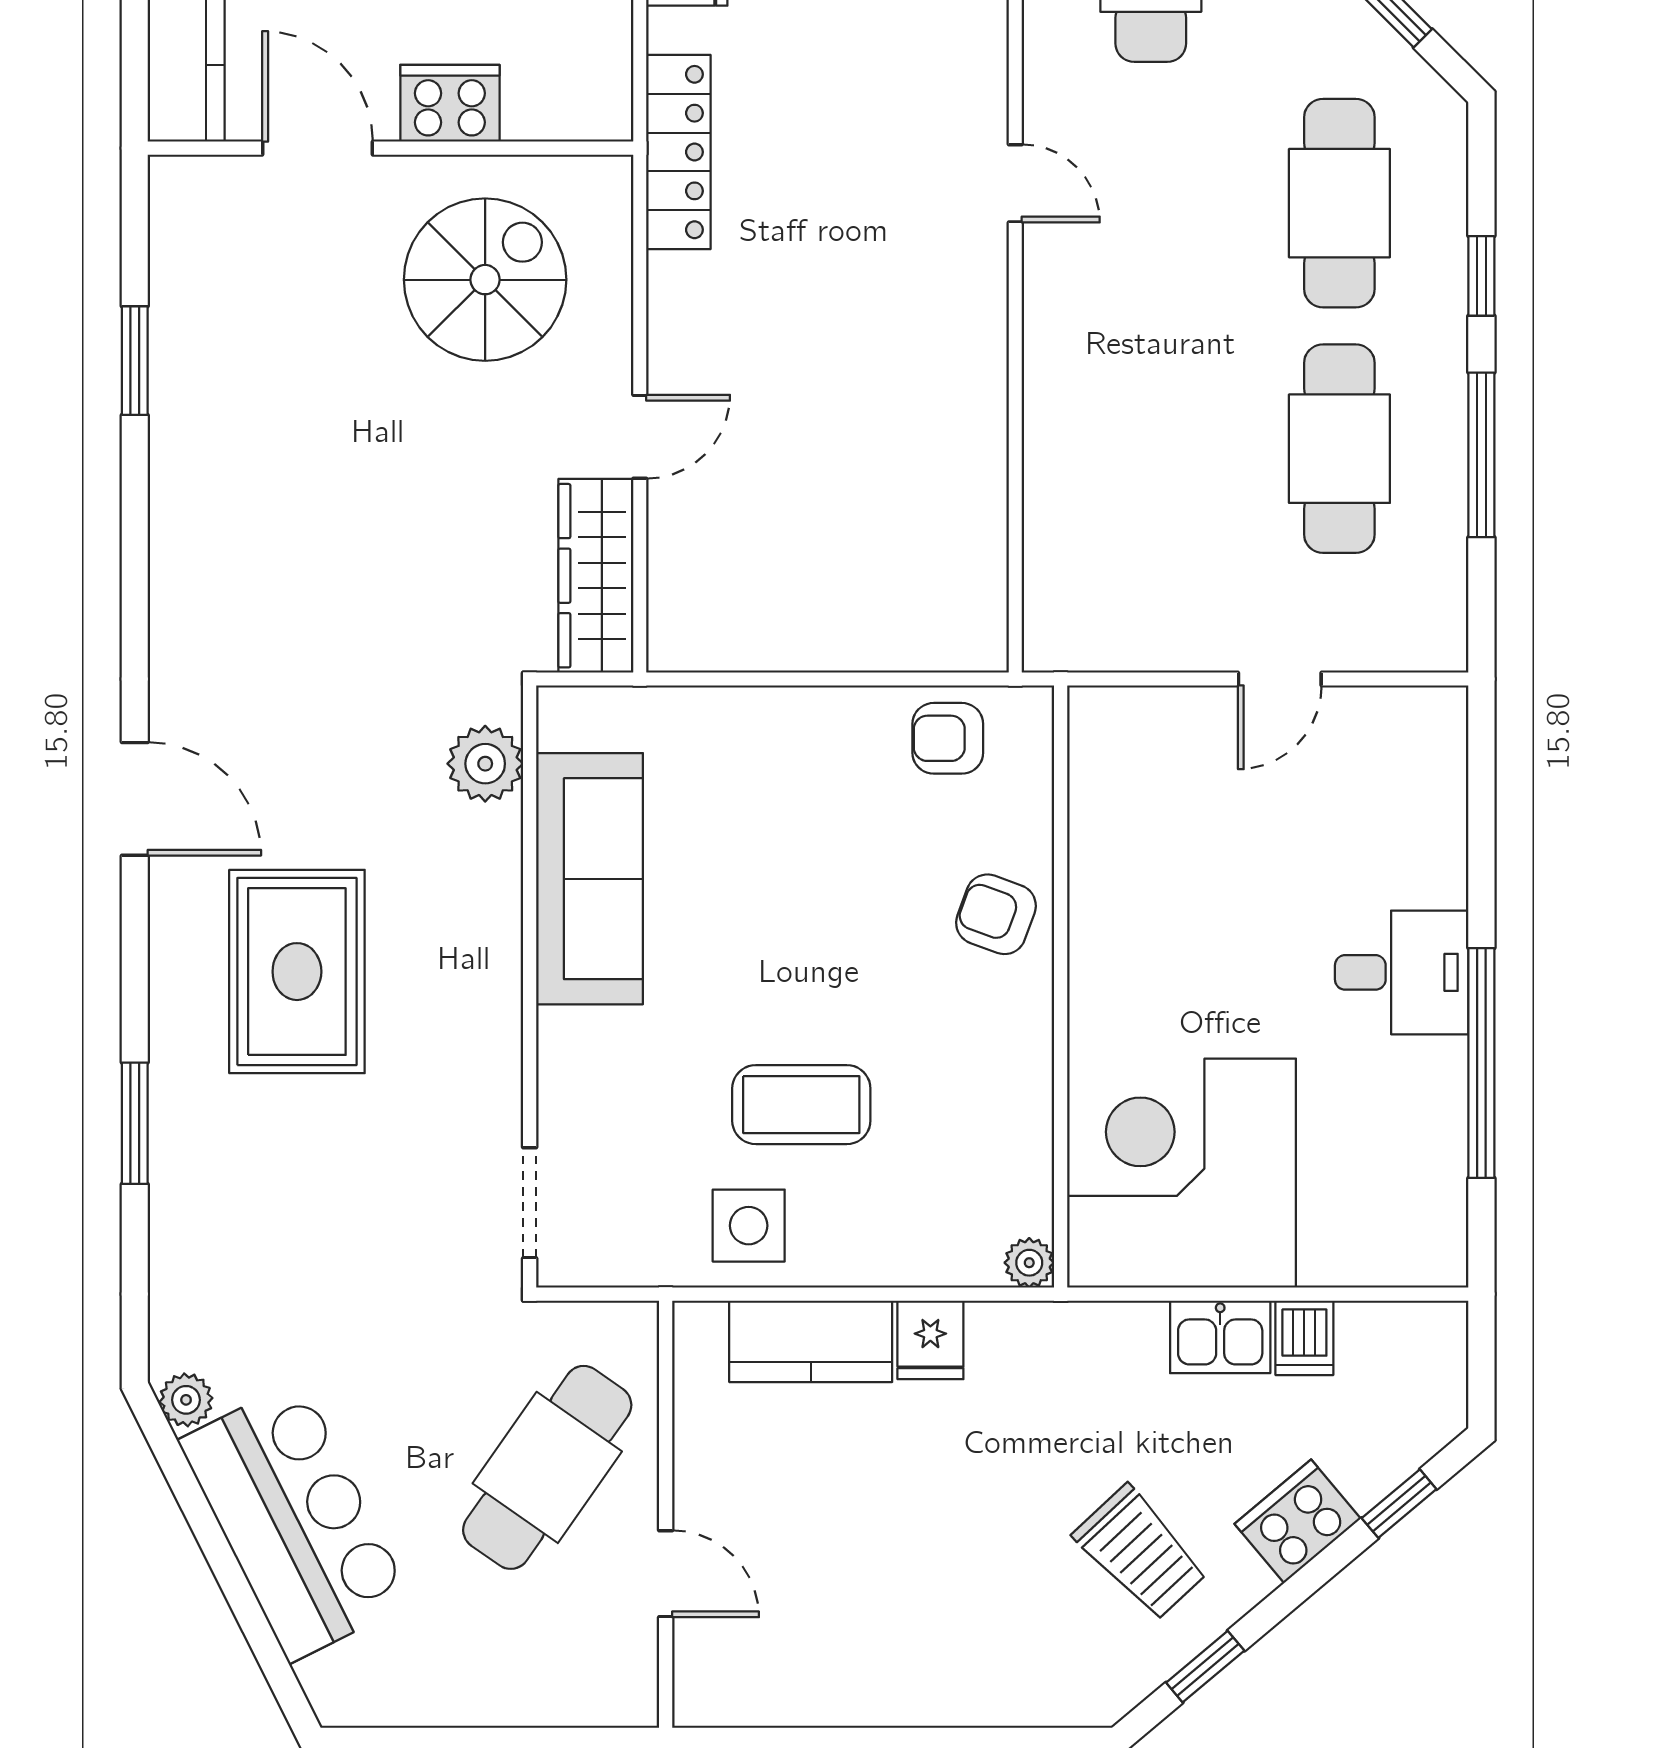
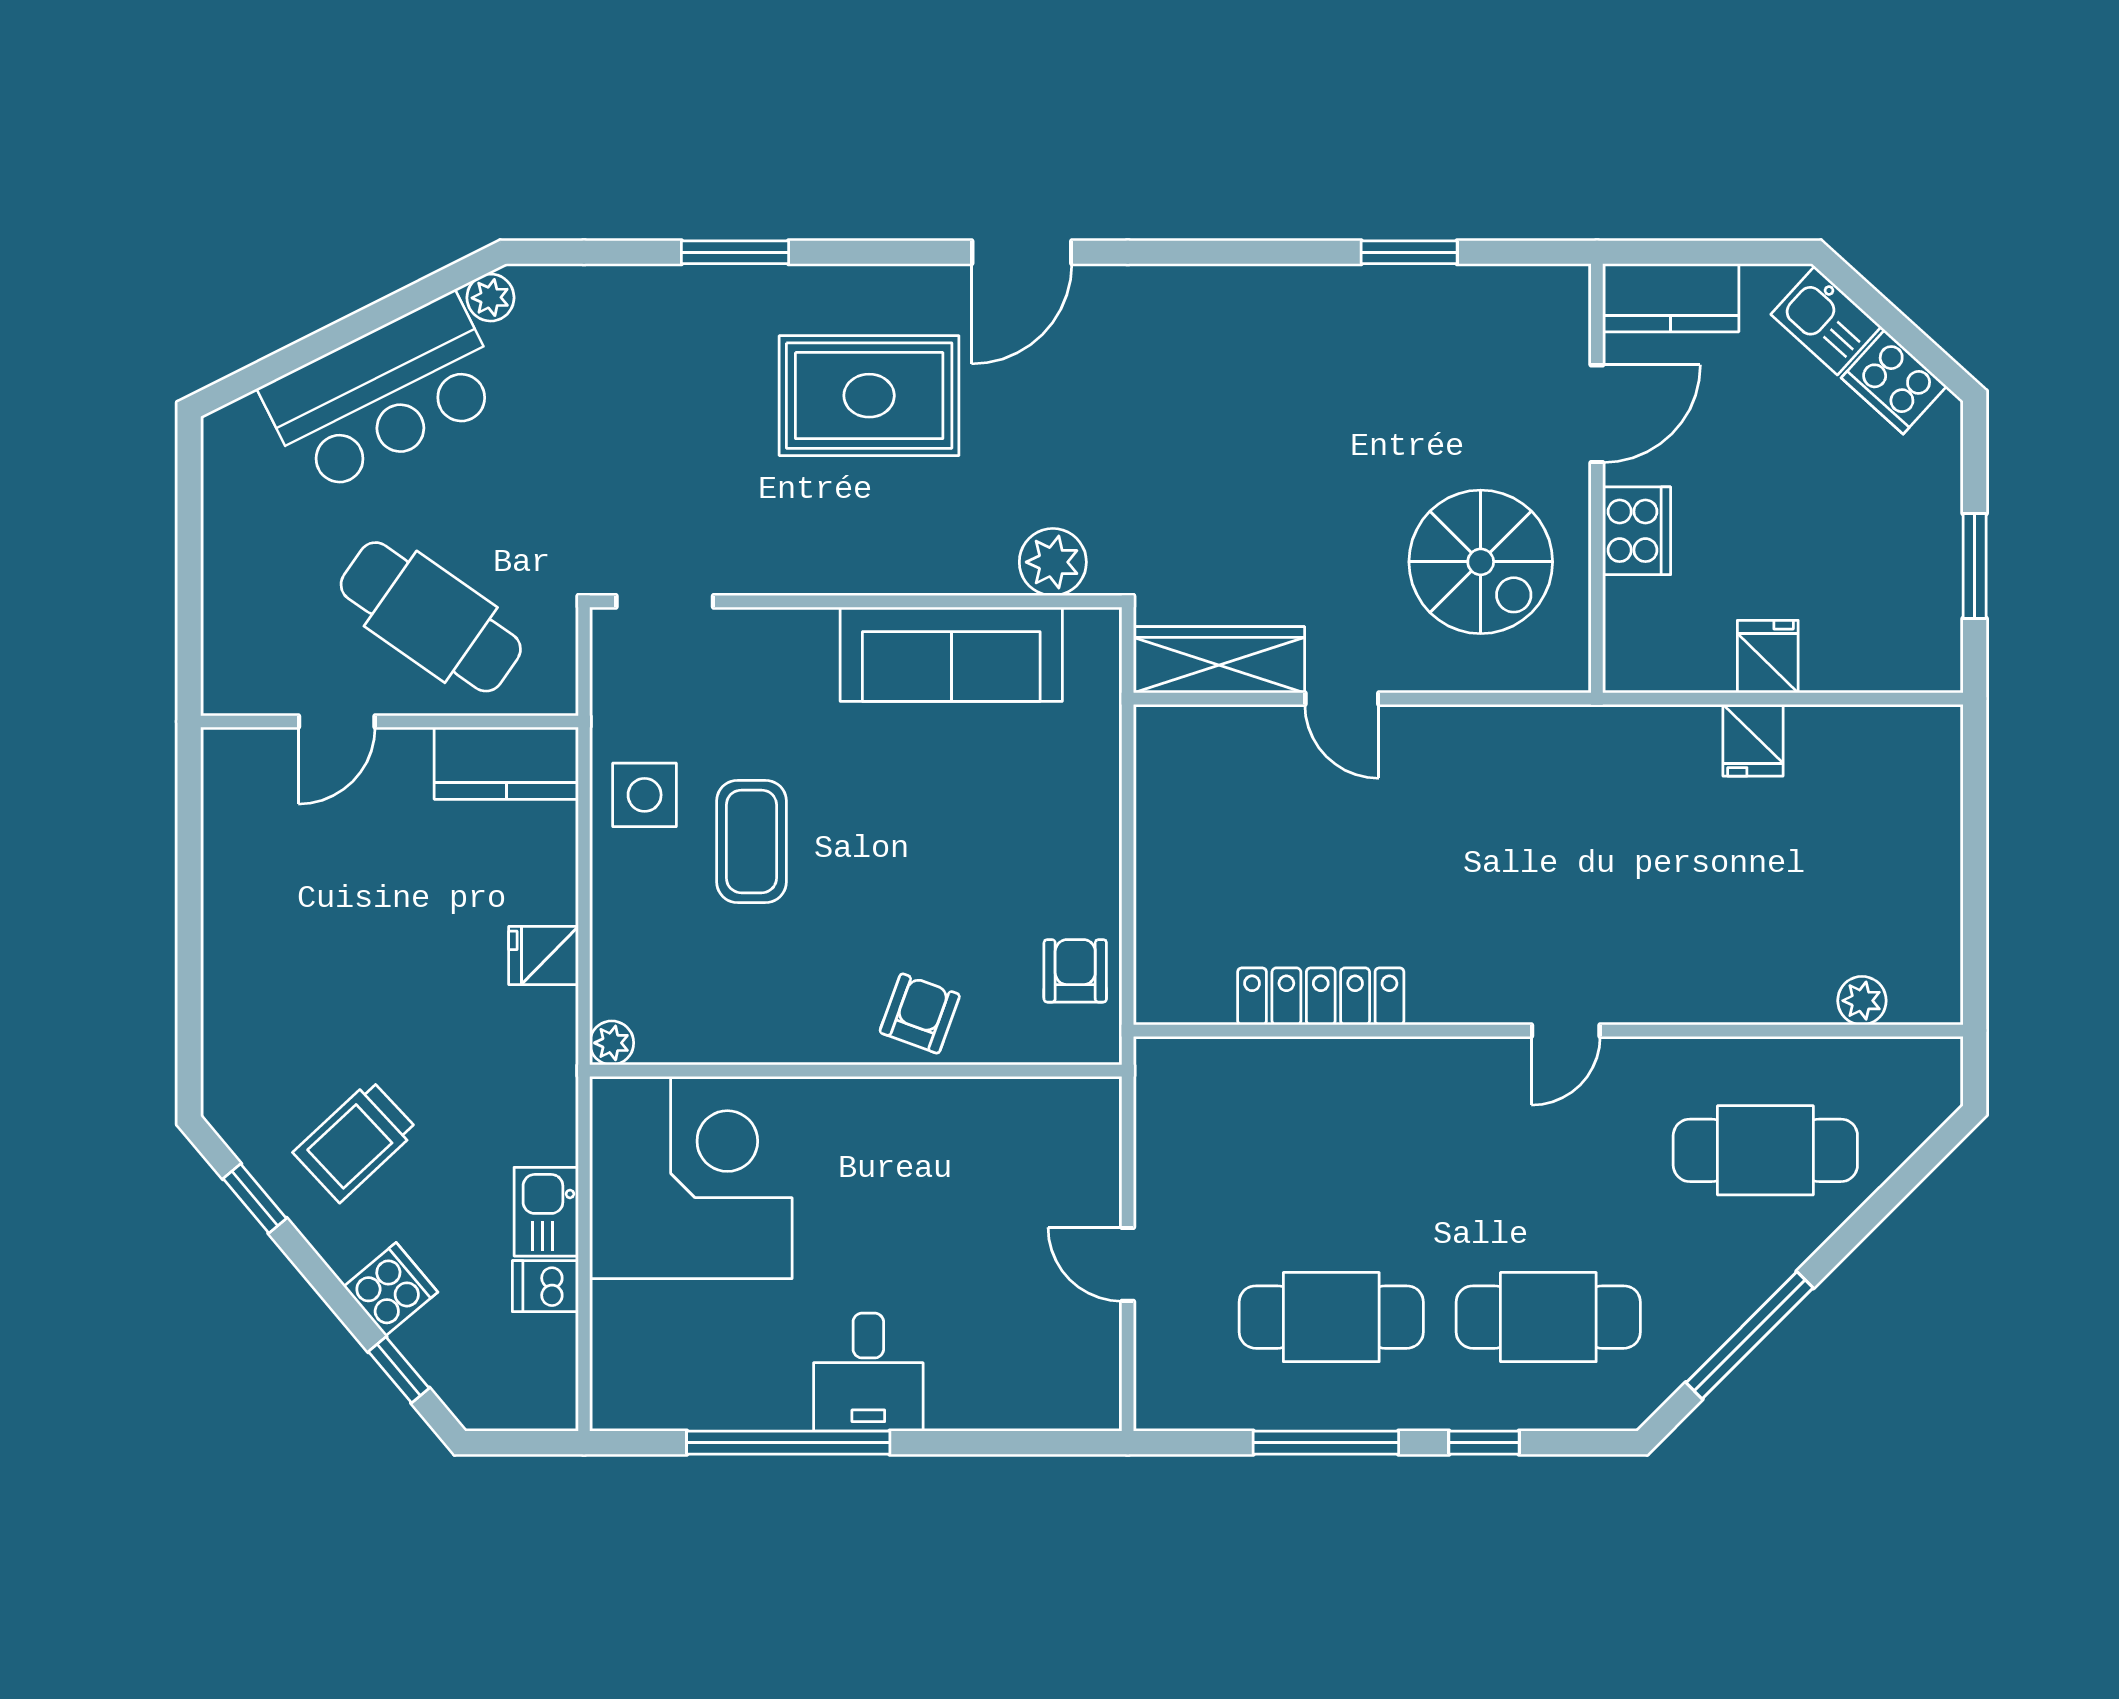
locker: (678, 152) -> (1321, 996), moved, turned 180
kitchen counter: (811, 1341) -> (506, 763), moved, turned -90
cooker: (1298, 1521) -> (391, 1289), width x0.73

